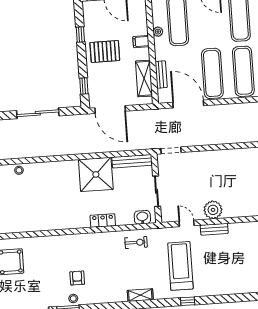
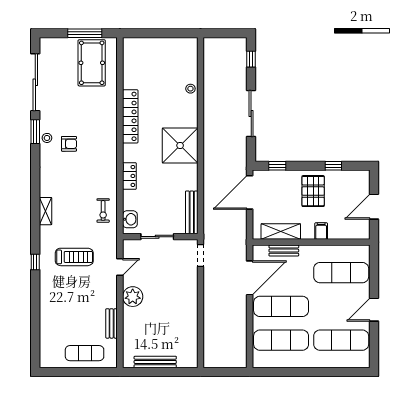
plant: (158, 32) -> (331, 250), removed
shower: (96, 174) -> (180, 145), moved
locker: (48, 224) -> (130, 116), added
bench: (214, 229) -> (112, 323), moved
treadmill: (180, 266) -> (74, 257), width x0.73, depth x0.73

